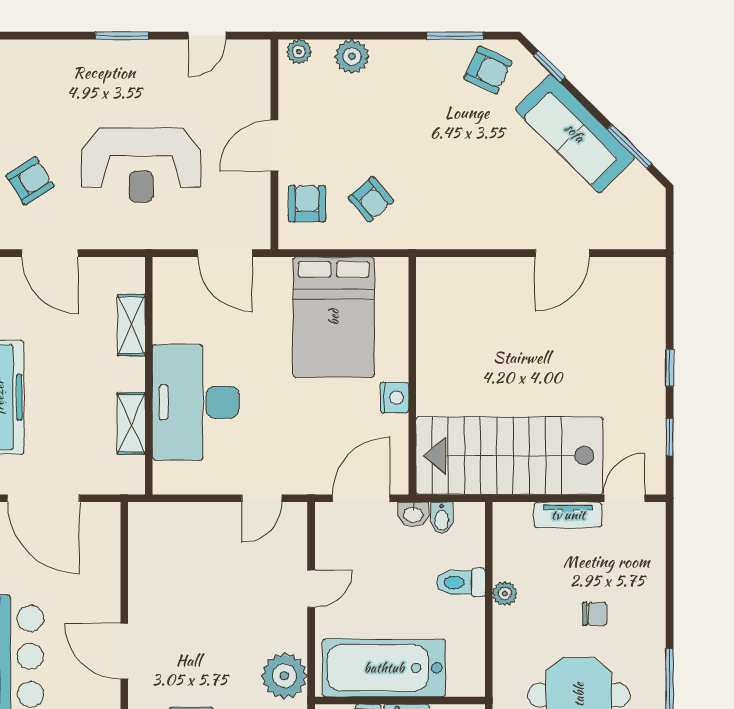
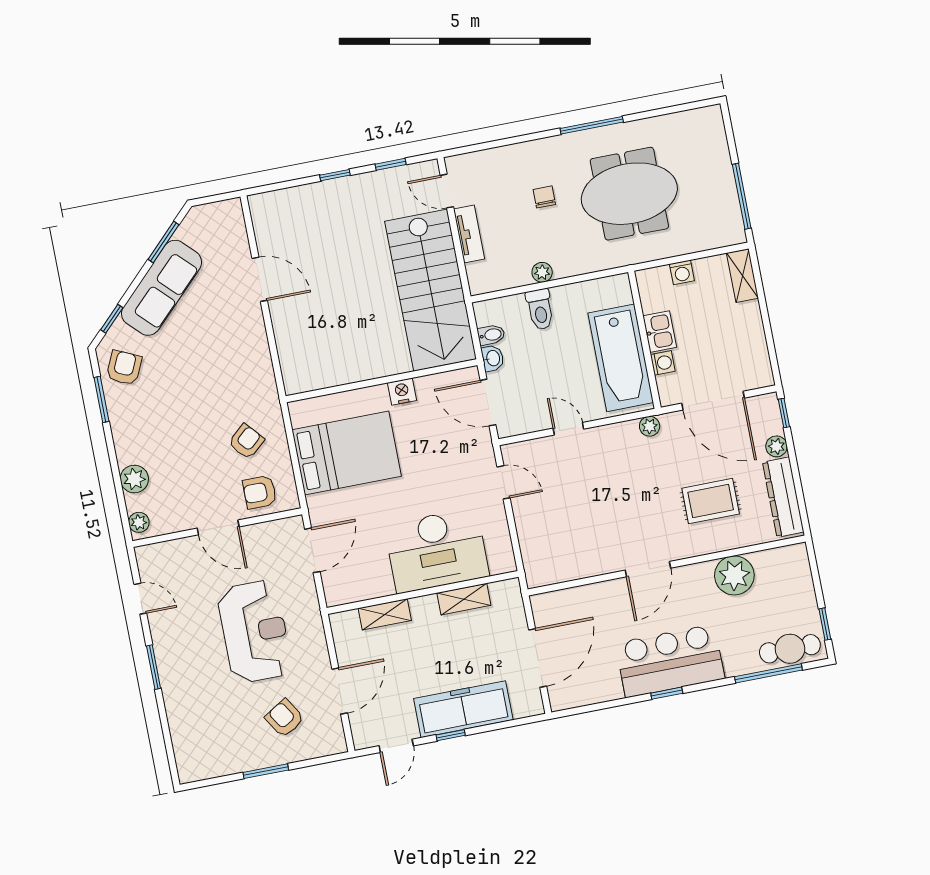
plant: (284, 676) -> (650, 426), width x0.53, depth x0.53

